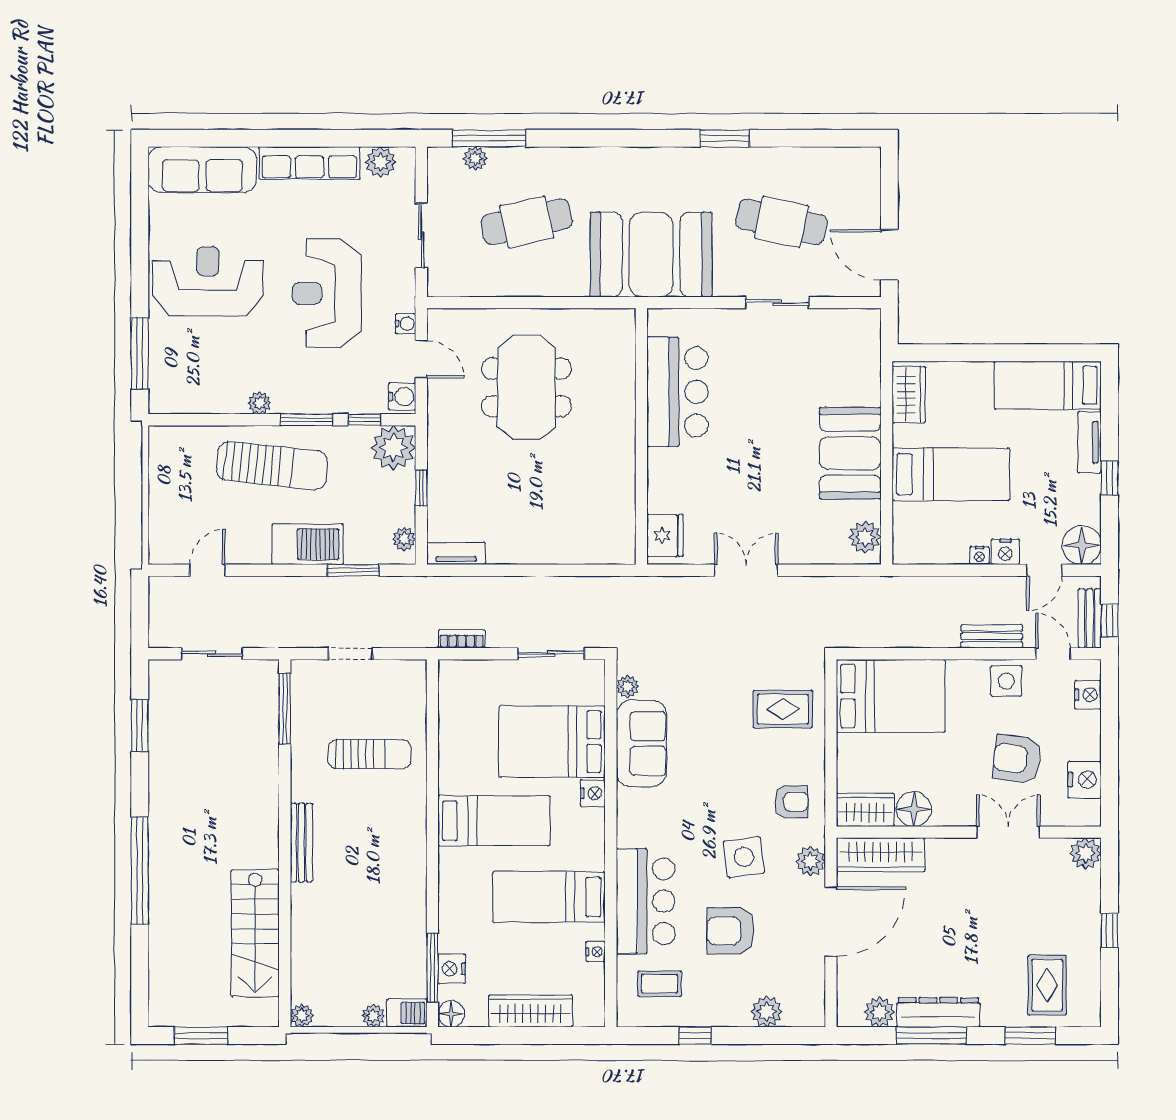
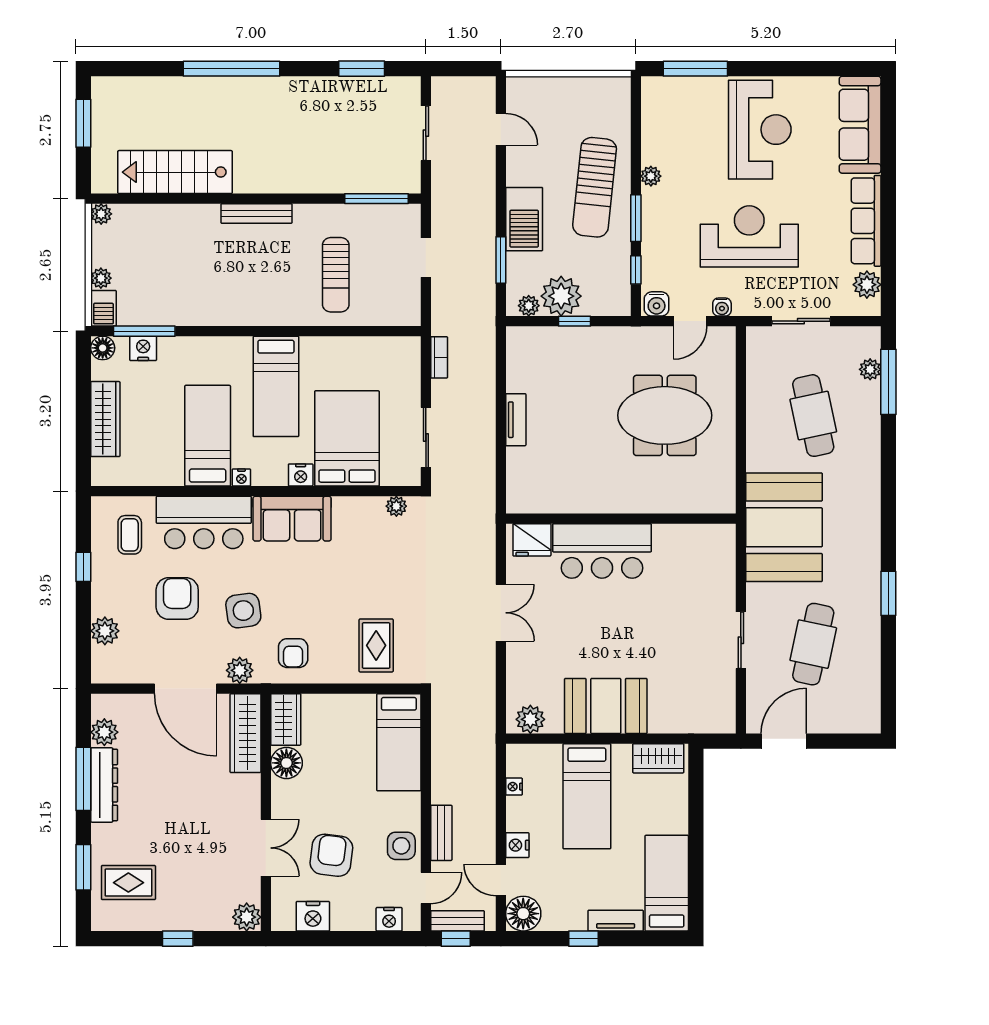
bar counter: (677, 392) -> (602, 551), moved
plant: (393, 448) -> (561, 296), moved
tv unit: (456, 553) -> (516, 420), moved
nightstand: (979, 555) -> (514, 787), moved
bed: (891, 696) -> (399, 742), width x0.67
sofa: (641, 744) -> (292, 519), moved
nightstand: (596, 952) -> (241, 477), moved

